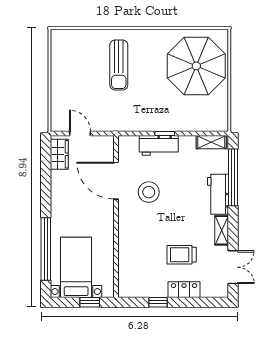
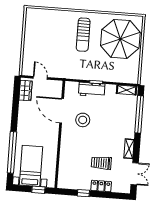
sun lounger: (119, 65) -> (83, 35), moved
workbench: (218, 194) -> (128, 125), removed

